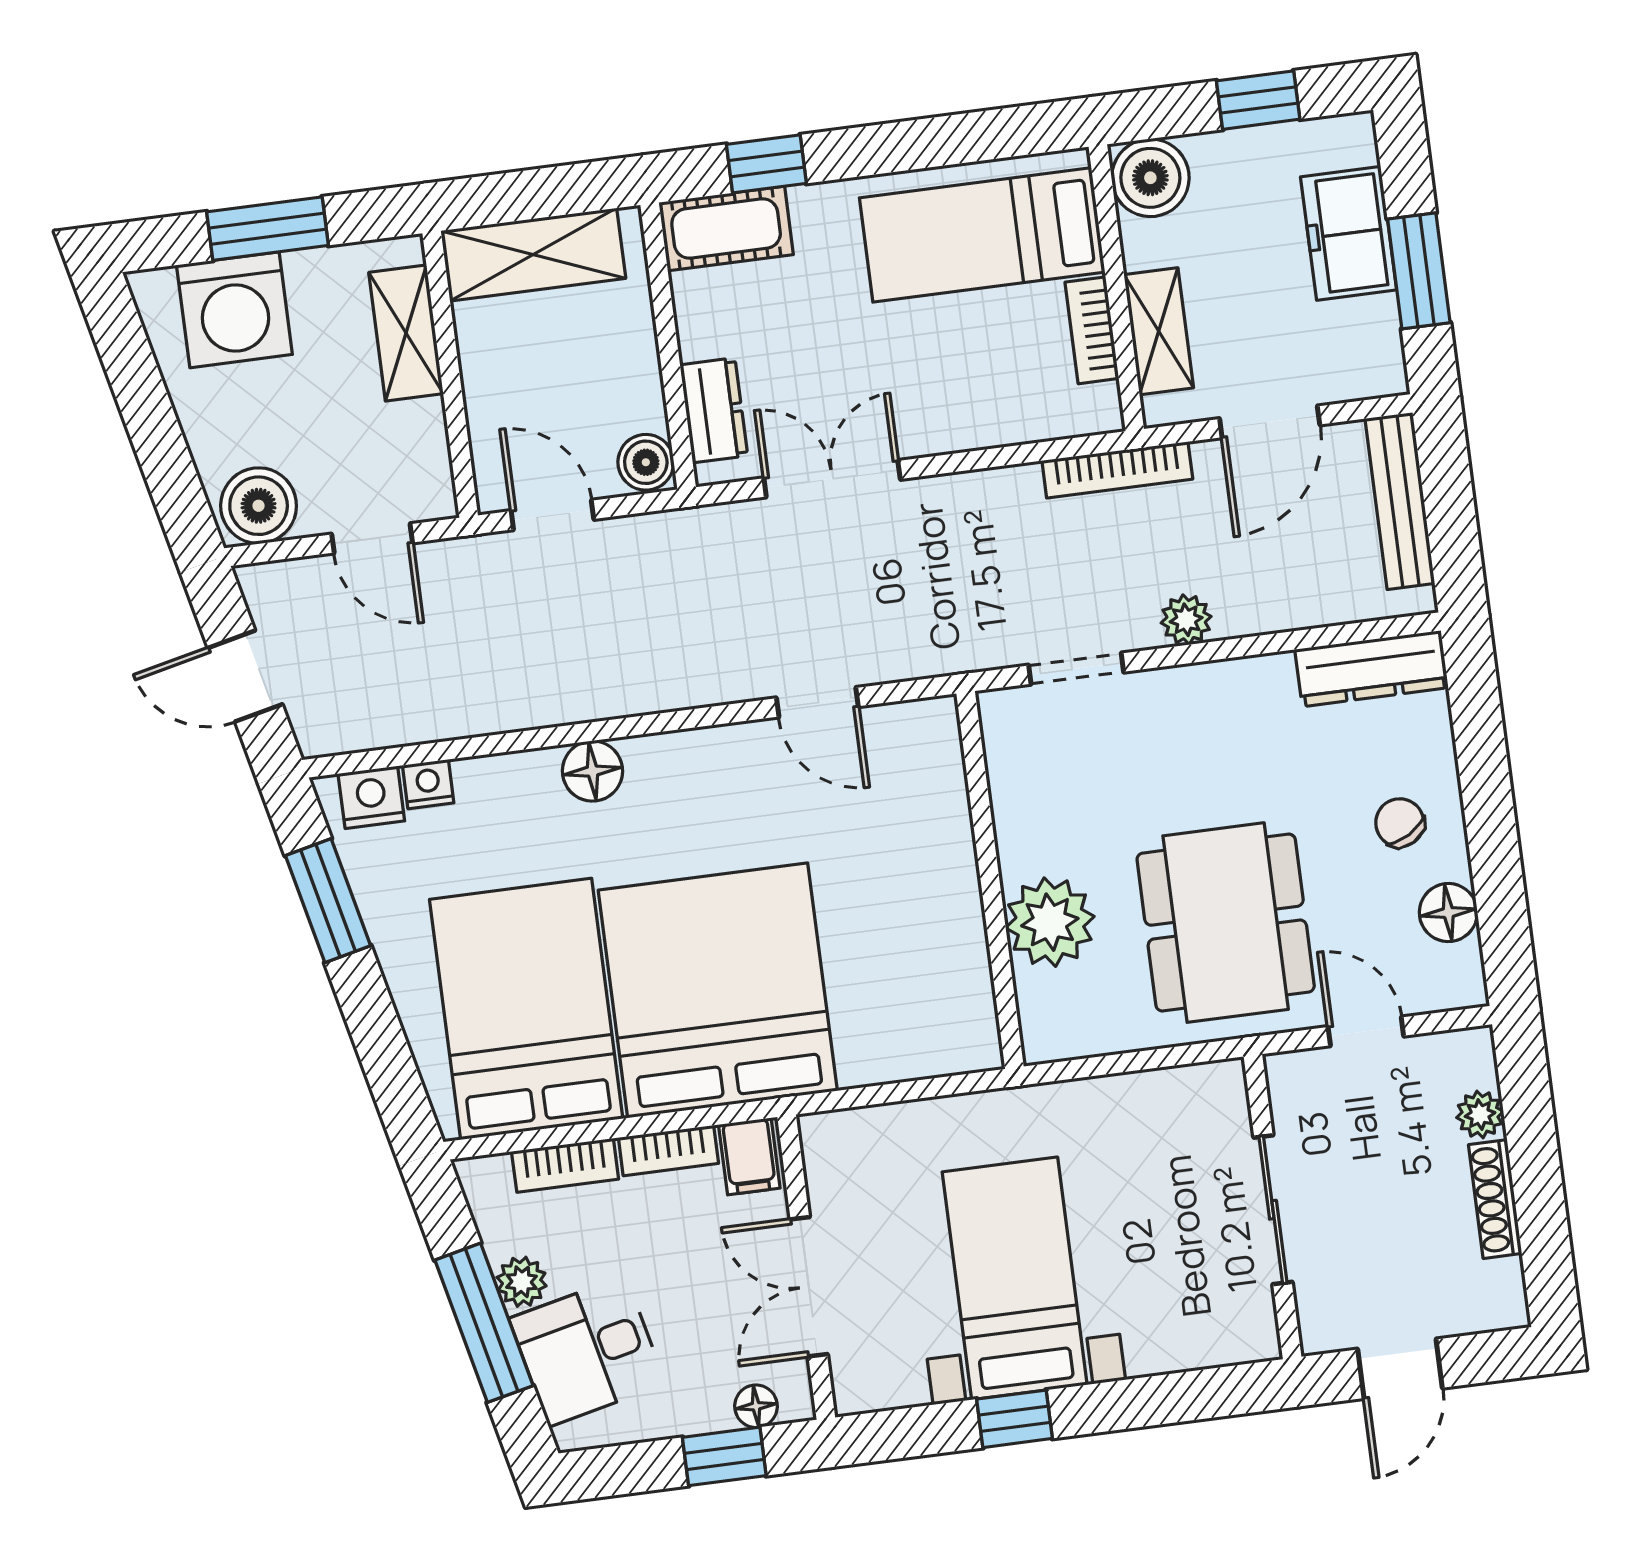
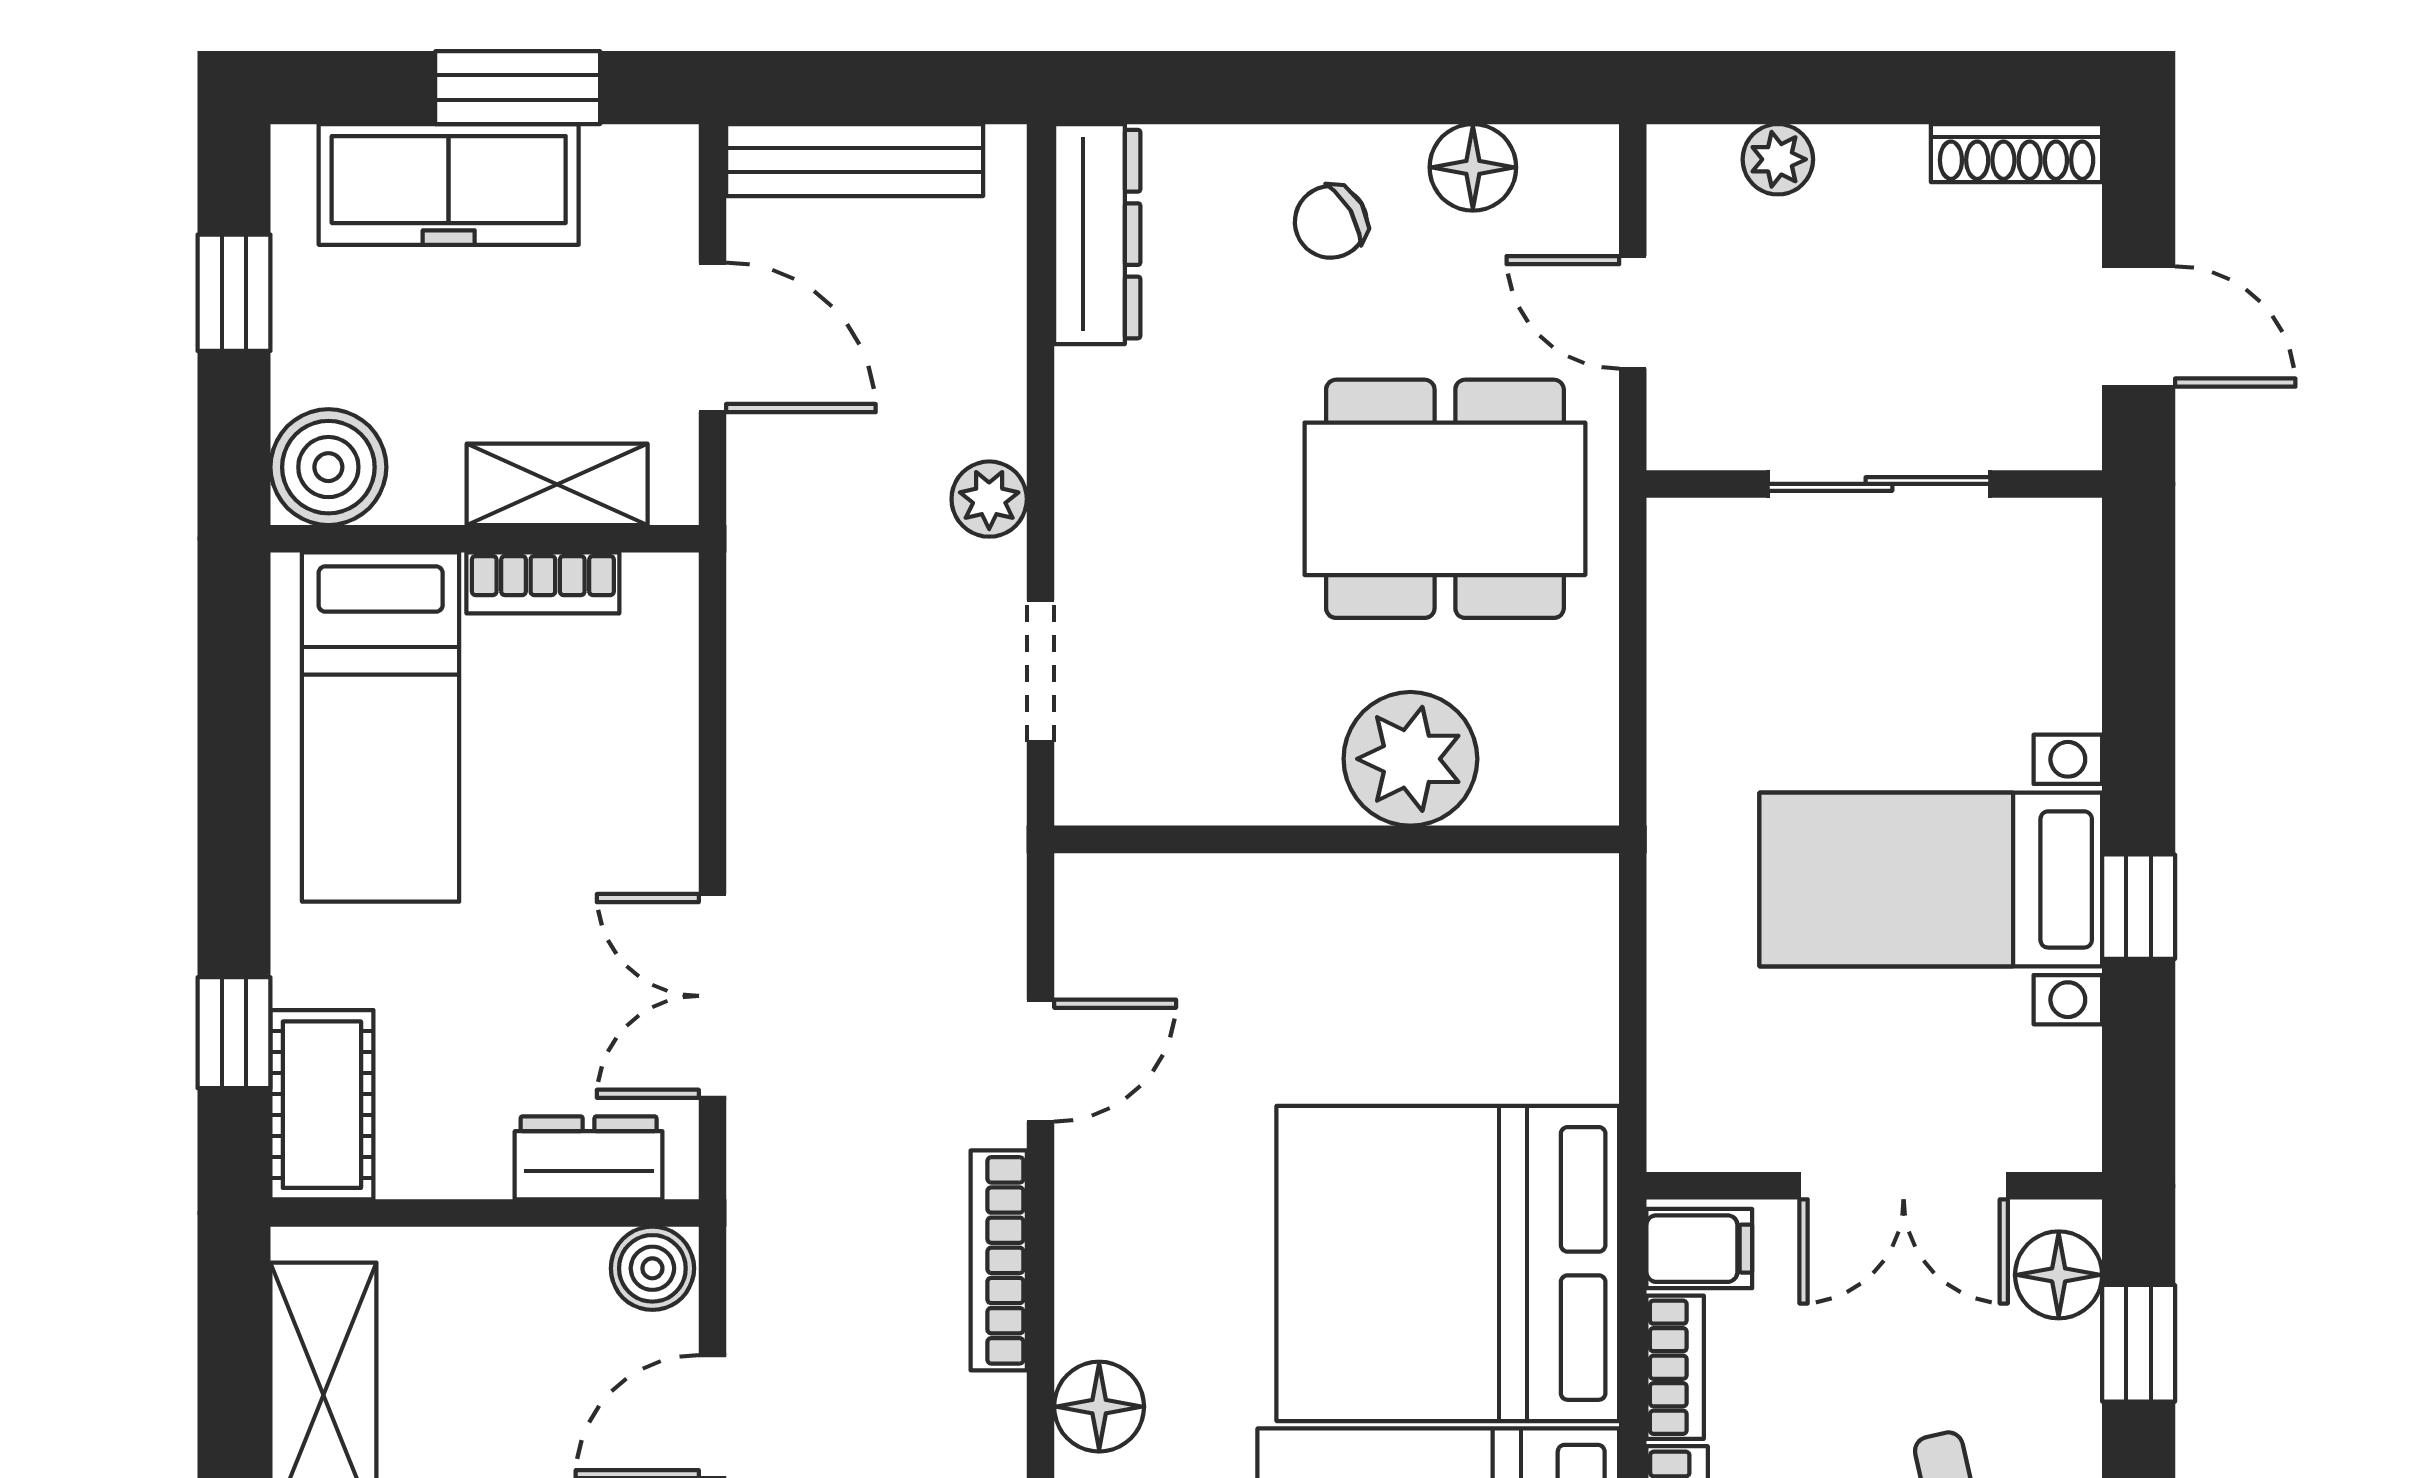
freezer: (1349, 233) -> (449, 184), width x1.40
bookcase: (1117, 470) -> (999, 1260), moved, turned 180
door: (1366, 1031) -> (1633, 312), hinge flipped
shoe rack: (1495, 1199) -> (2017, 153), moved
floor lamp: (756, 1406) -> (2059, 1275), width x1.37, depth x1.37

